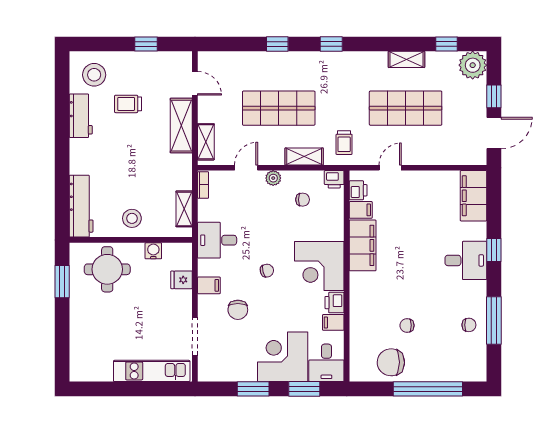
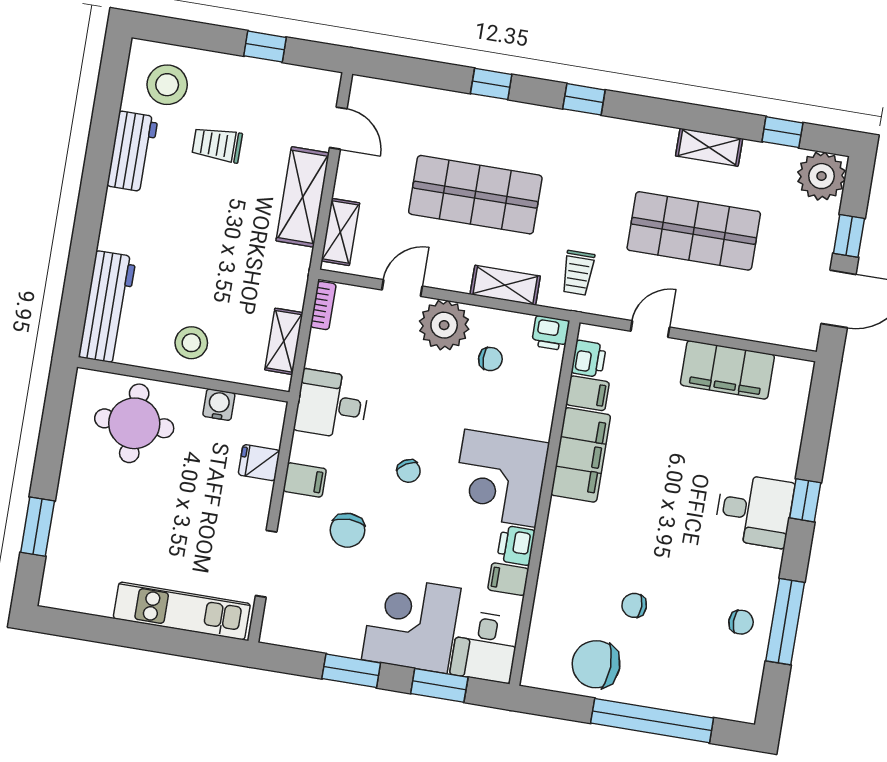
plant: (273, 178) -> (444, 325), width x1.88, depth x1.88
filing cabinet: (473, 196) -> (727, 370), moved, turned -90
chair: (267, 271) -> (409, 471), turned 75
window: (62, 282) -> (38, 527), moved

